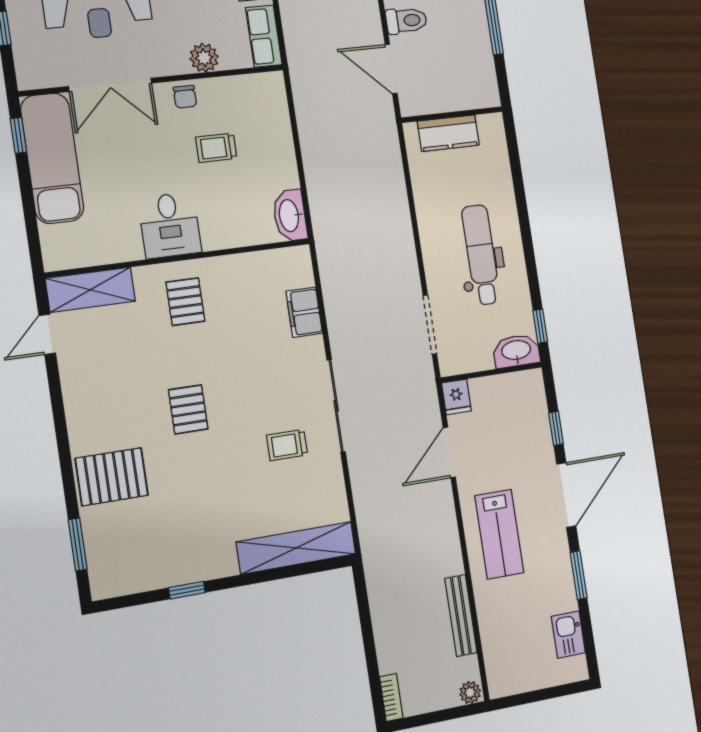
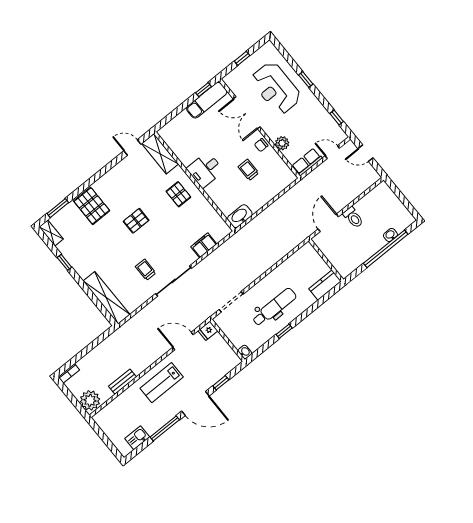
kitchen counter: (448, 133) -> (325, 285), moved, turned 90
exam couch: (52, 158) -> (207, 100), width x0.73, depth x0.69
pallet: (185, 302) -> (178, 194), turned 90
window: (540, 326) -> (284, 331), moved
washbasin: (516, 351) -> (245, 352), width x0.52, depth x0.69
window: (579, 575) -> (165, 428), width x1.44
shelving: (117, 584) -> (51, 233), added
bench: (461, 615) -> (122, 382), width x0.73
plant: (470, 692) -> (90, 400), width x1.88, depth x1.88

